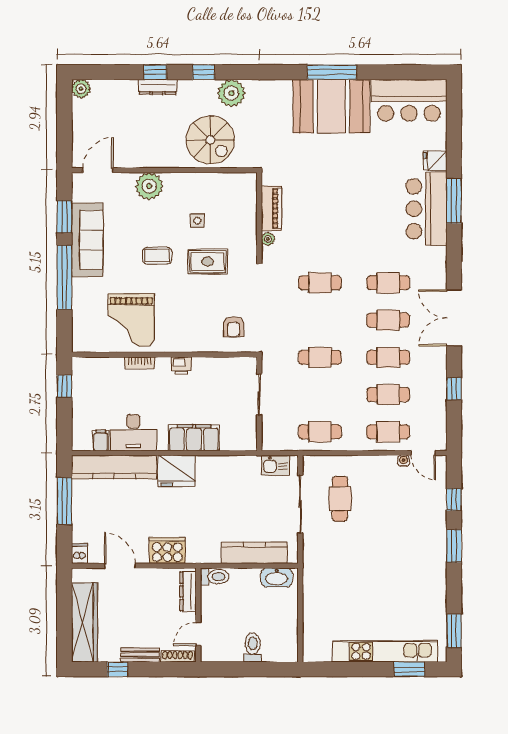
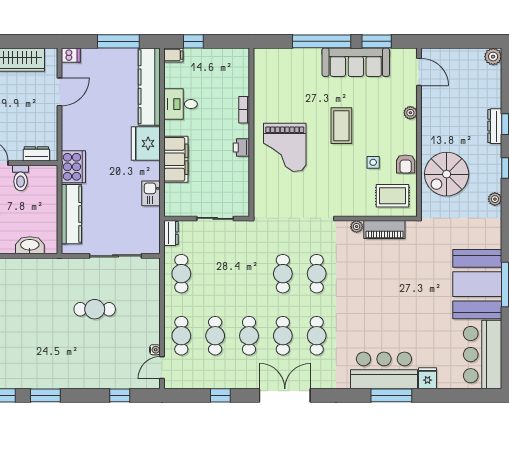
plant: (231, 93) -> (495, 199), width x0.53, depth x0.53
plant: (149, 186) -> (410, 113), width x0.53, depth x0.53
coffee table: (157, 256) -> (341, 126), width x1.36, depth x1.30
rug: (208, 261) -> (393, 196), moved, turned 90
grand piano: (131, 320) -> (285, 147), moved, turned -90
armchair: (234, 327) -> (406, 164), moved, turned -90
cafe table: (320, 357) -> (283, 274), moved
window: (64, 386) -> (193, 41), moved
desk: (133, 433) -> (181, 104), width x0.73
filing cabinet: (101, 441) -> (173, 55), moved
dresser: (275, 443) -> (171, 233), added
kitchen sink: (276, 465) -> (151, 193), moved
cafe table: (340, 499) -> (95, 309), moved
window: (454, 546) -> (45, 395), moved
cooker: (167, 551) -> (73, 167), moved
toilet: (215, 577) -> (21, 178), moved
washbasin: (277, 578) -> (30, 245), moved, turned 90
dresser: (188, 591) -> (36, 154), width x0.70

